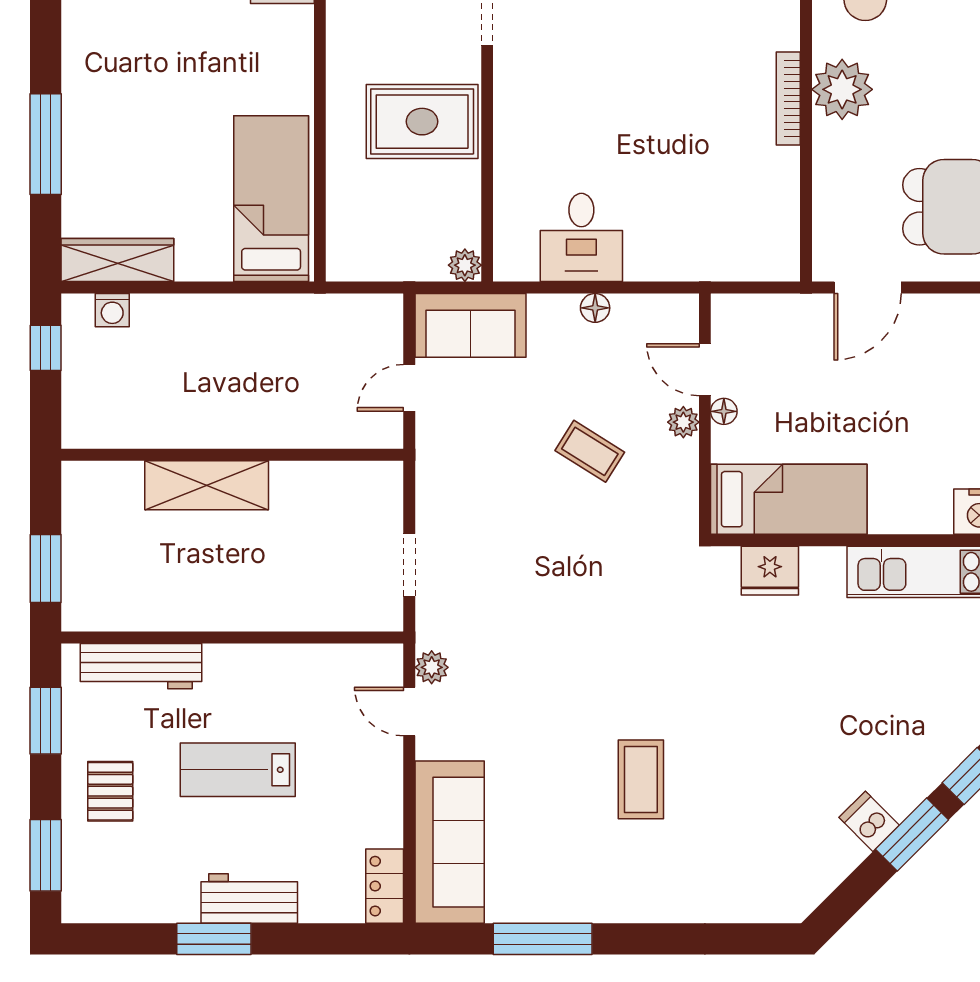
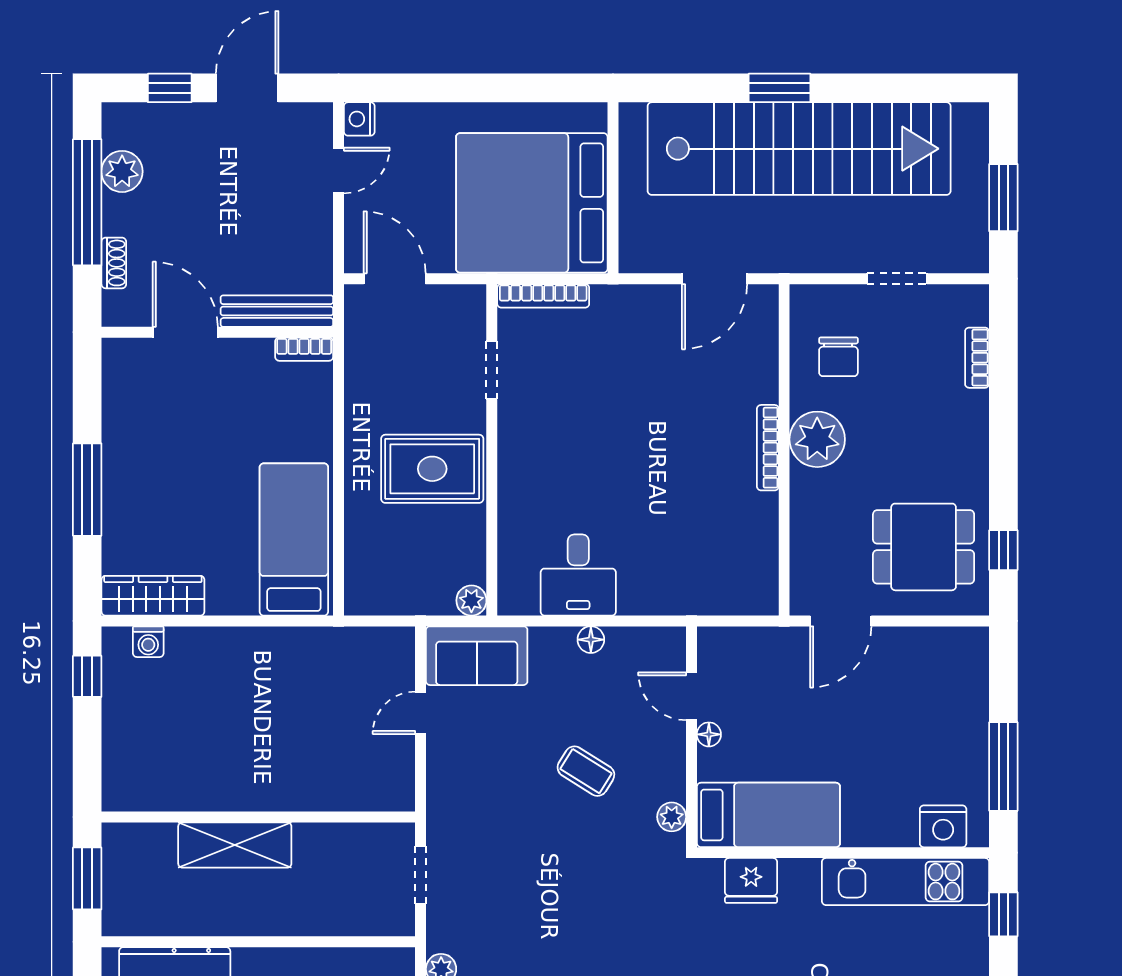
plant: (683, 422) -> (672, 817), moved
wall: (232, 455) -> (258, 817), moved
shelving: (207, 485) -> (235, 845), moved

